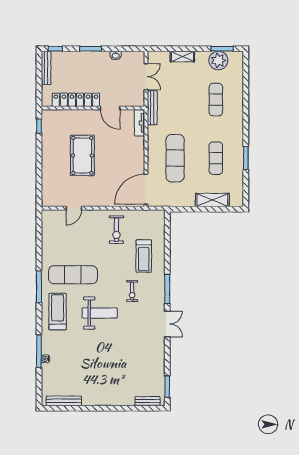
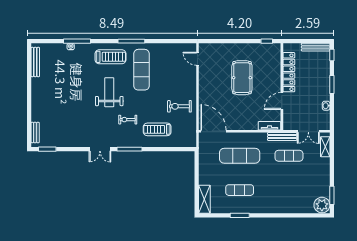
shelving: (182, 57) -> (325, 147), moved
plant: (218, 60) -> (322, 205), moved
exercise mat: (216, 100) -> (289, 156), moved
pool table: (82, 155) -> (242, 78), turned 90
shelving: (212, 200) -> (204, 199), moved
door: (74, 208) -> (198, 59), moved
weight bench: (100, 313) -> (109, 92), turned 180

